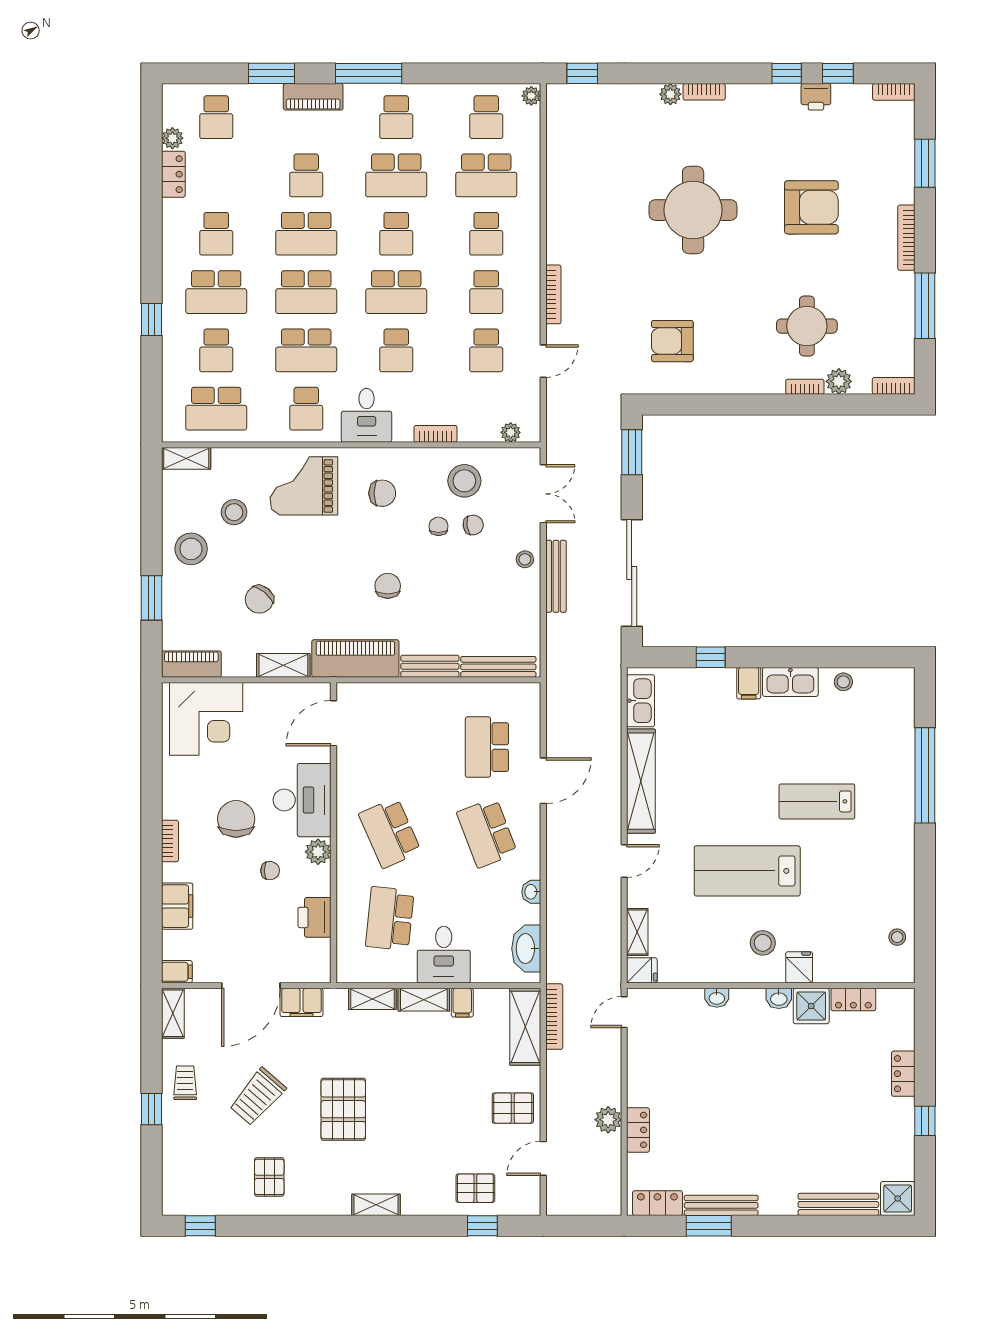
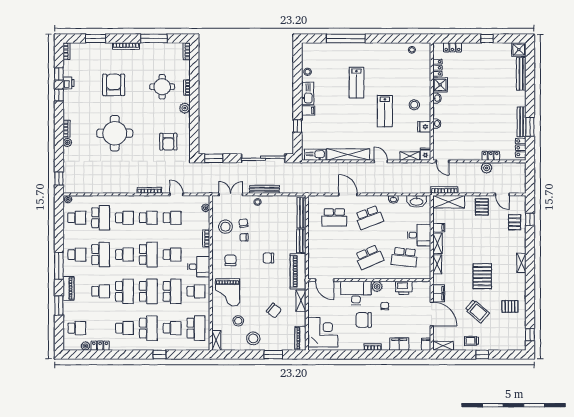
plant: (839, 381) -> (185, 108), moved
lab bench: (747, 871) -> (385, 111), width x0.73, depth x0.72
fridge: (799, 967) -> (424, 127), moved
locker: (903, 1074) -> (452, 47), moved
pallet: (343, 1109) -> (482, 276), turned 90

